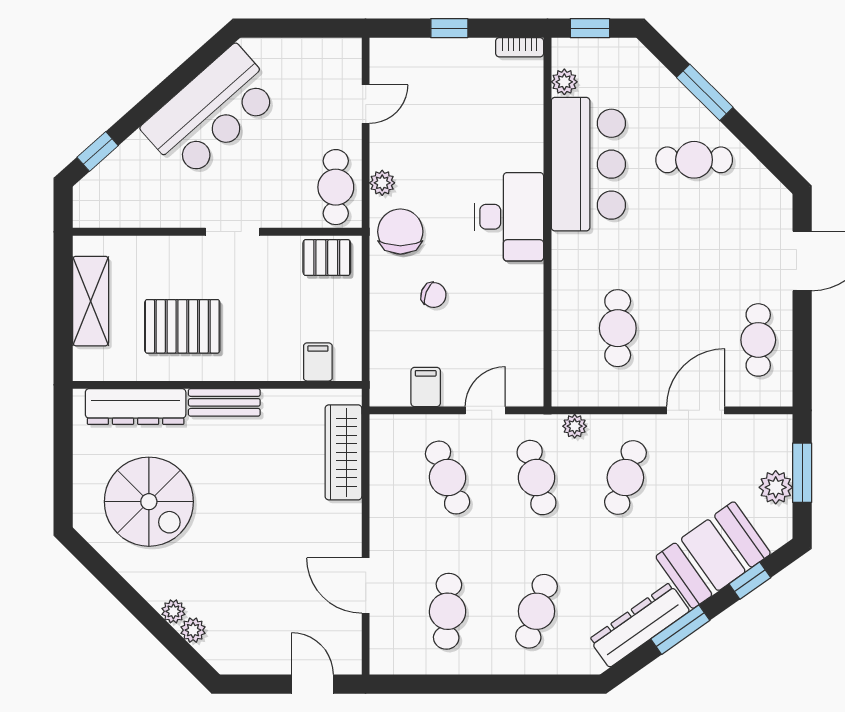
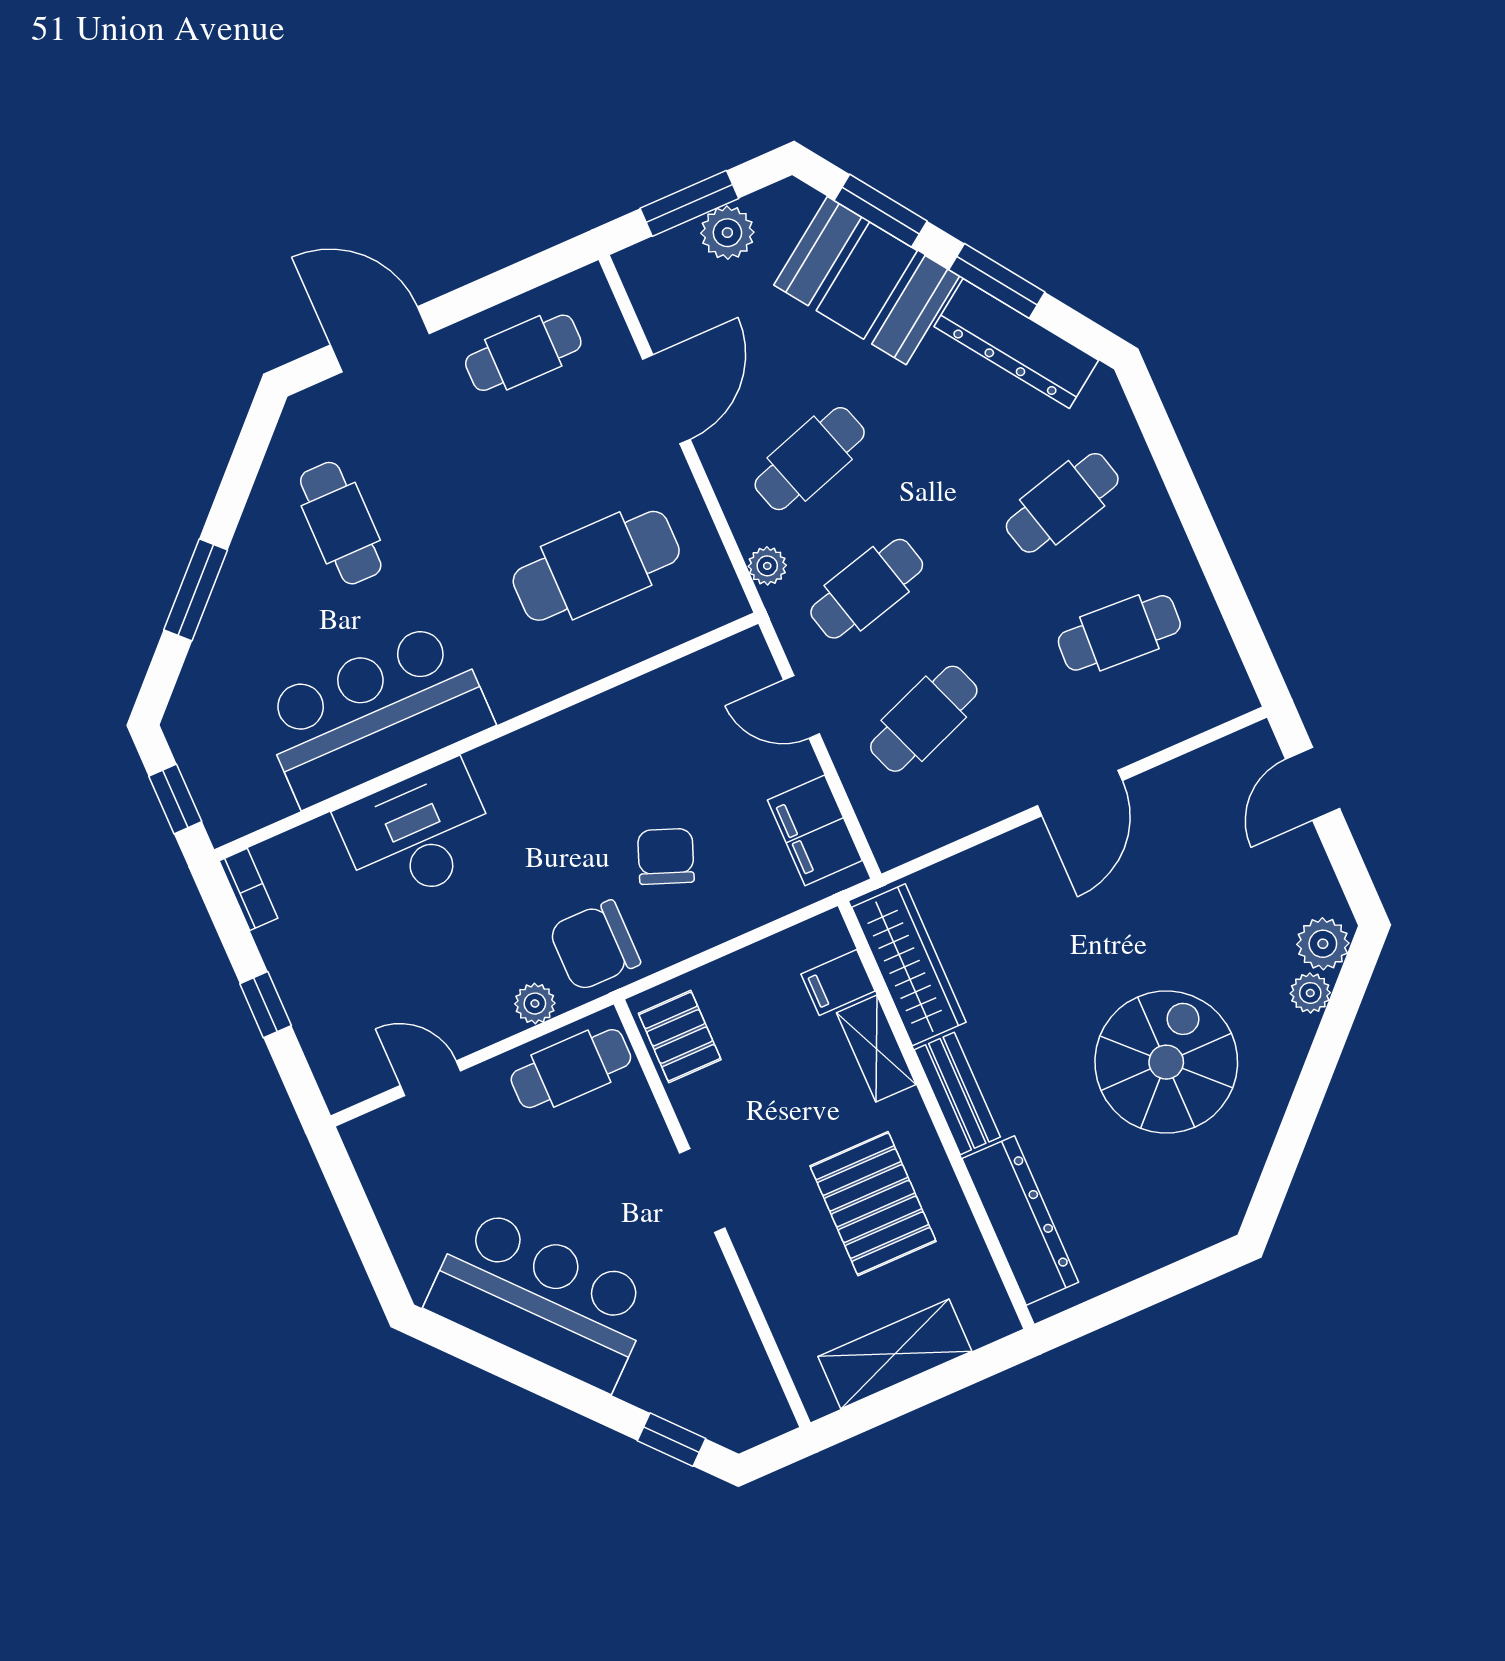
plant: (564, 82) -> (270, 802), removed
cafe table: (694, 160) -> (341, 523), moved
desk: (509, 217) -> (418, 834), moved
chair: (434, 295) -> (666, 856), width x1.37, depth x1.37
cafe table: (618, 328) -> (596, 566), width x1.37, depth x1.35
shelving: (270, 367) -> (876, 1049), added
filing cabinet: (426, 387) -> (815, 830), width x2.00
door: (696, 410) -> (666, 399), swing flipped
wardrobe: (343, 452) -> (909, 965), moved, turned -90
cafe table: (625, 478) -> (810, 459), turned -36
spiral stairs: (149, 502) -> (1166, 1062), moved
window: (750, 581) -> (881, 211), width x1.50
door: (366, 585) -> (1080, 793), moved
plant: (173, 611) -> (1323, 944), moved, width x1.38, depth x1.38
cafe table: (536, 611) -> (1062, 503), turned -33

